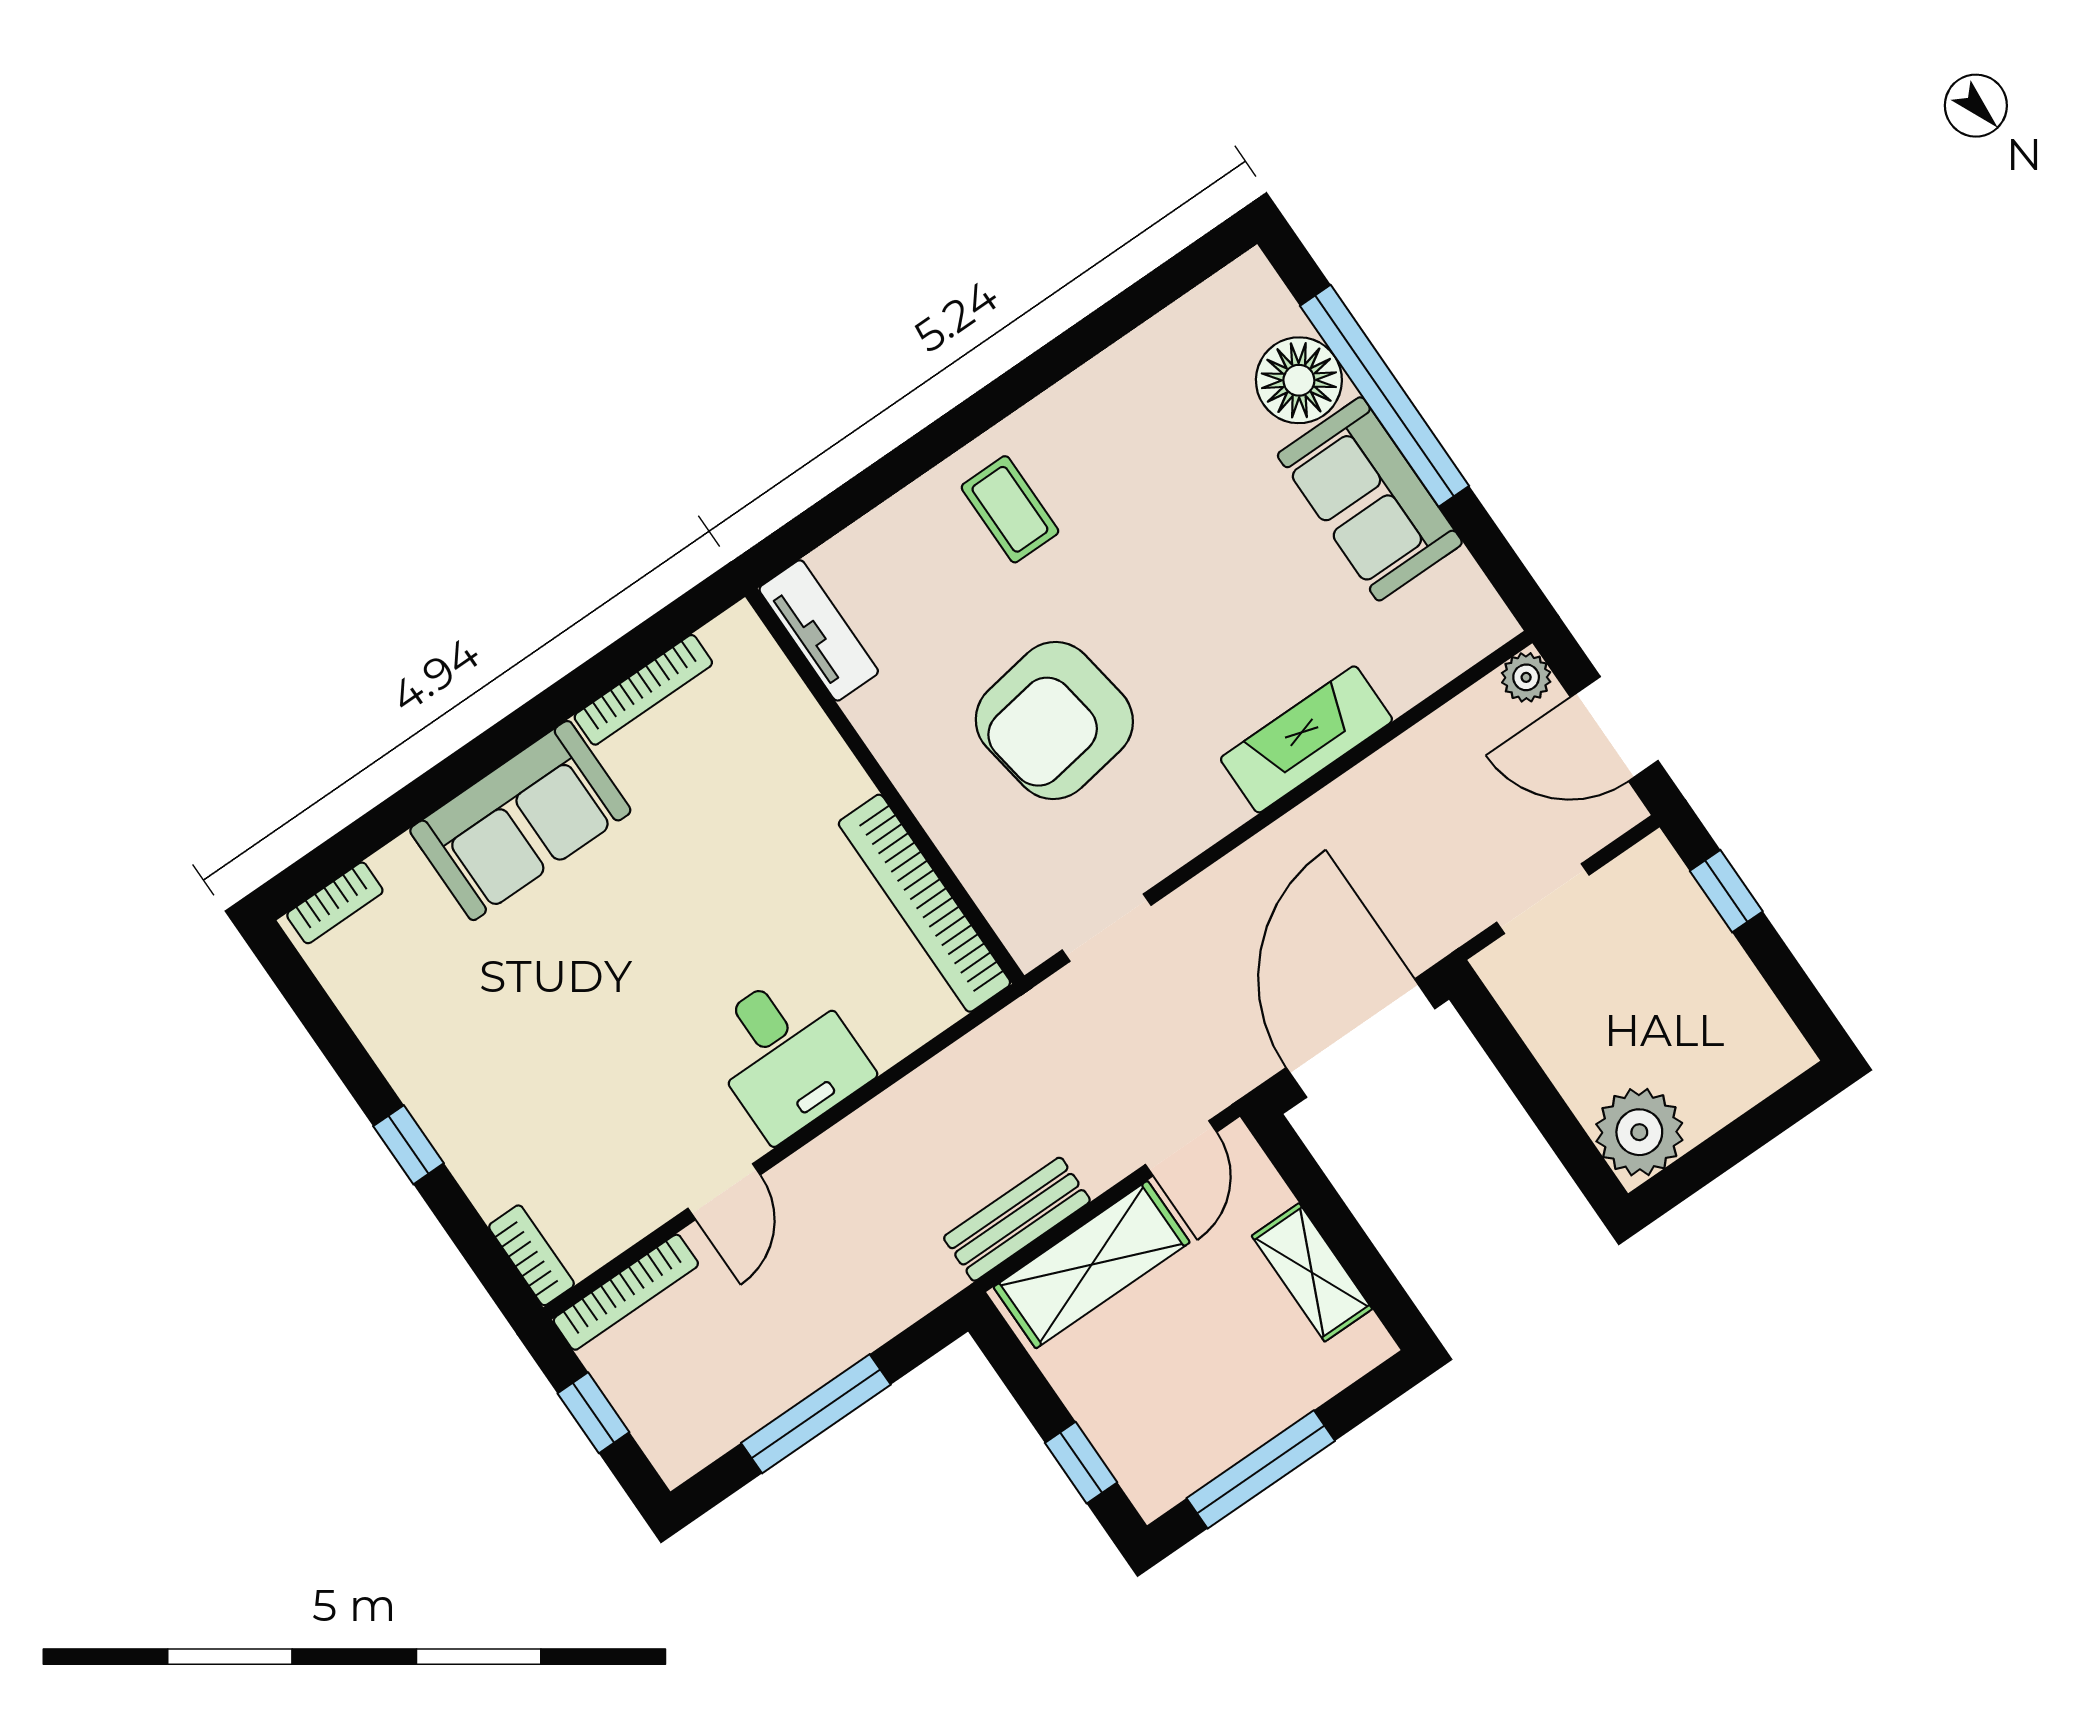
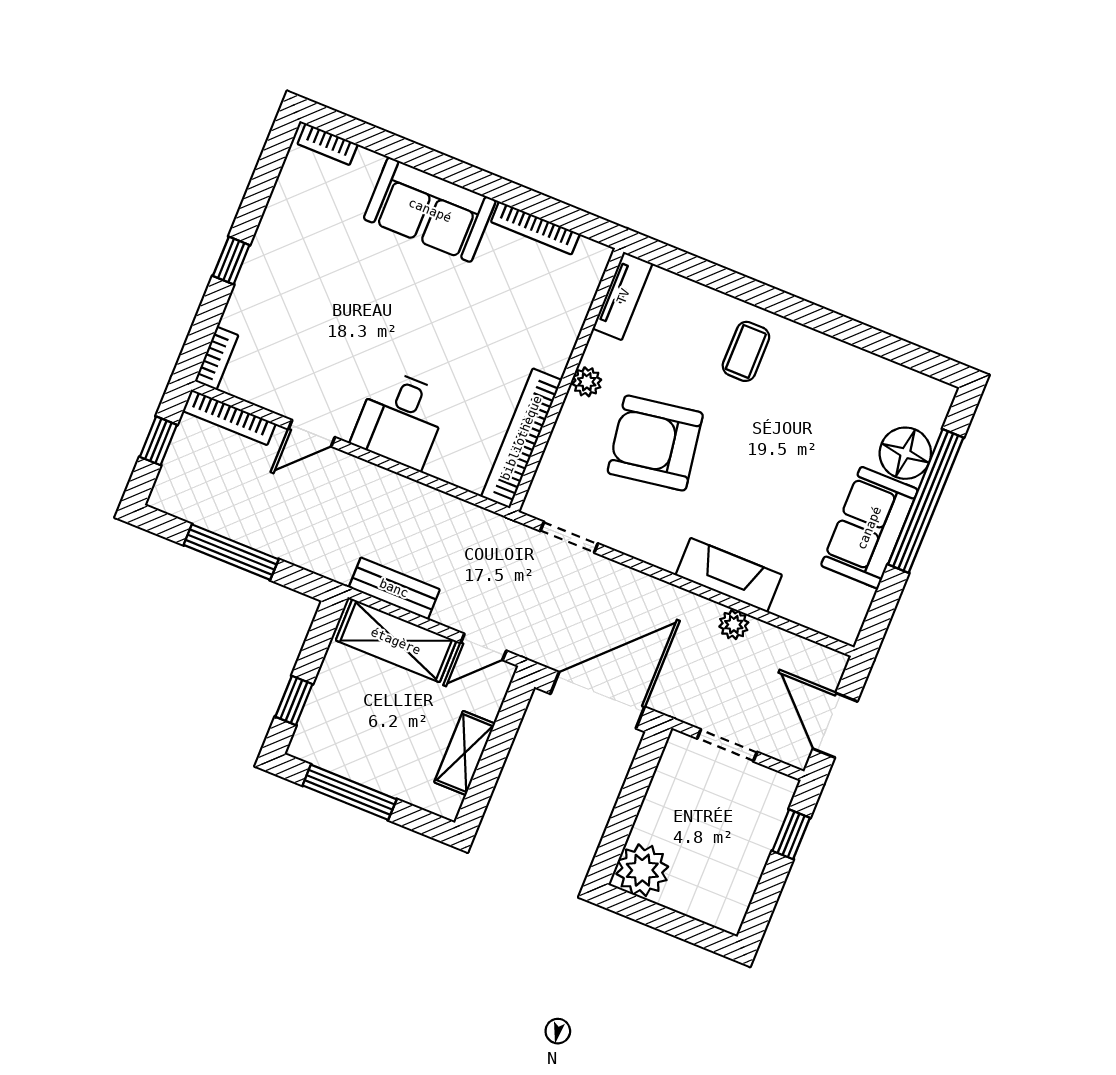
plant: (1526, 677) -> (734, 625), moved
plant: (906, 760) -> (587, 382), added

